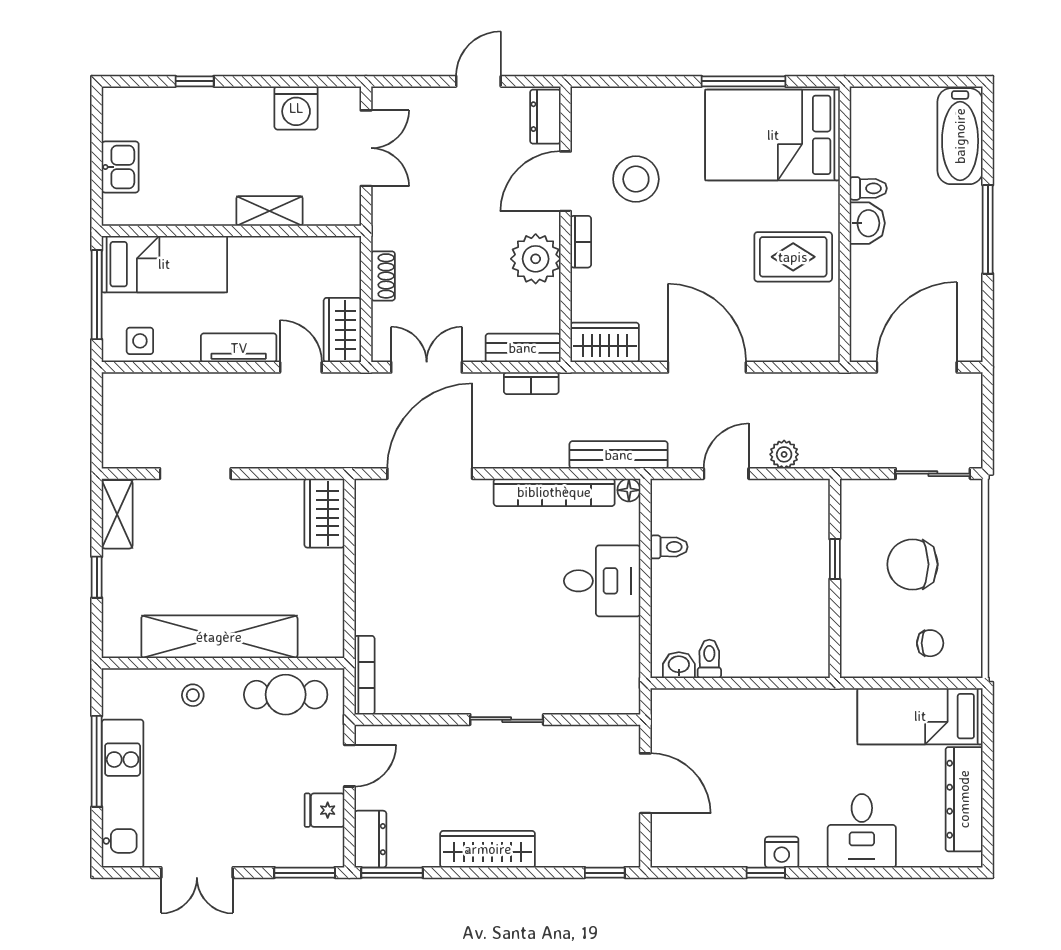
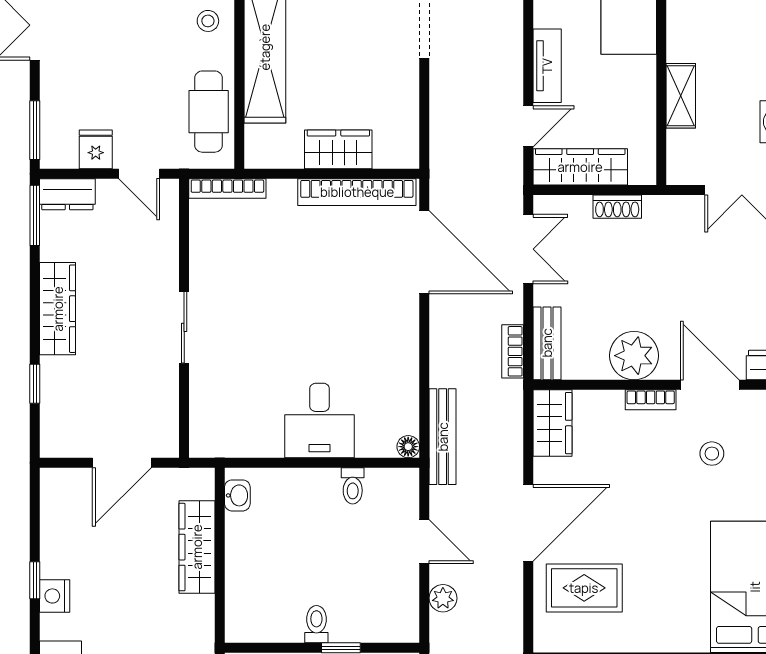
stool: (636, 179) -> (712, 454), width x0.53, depth x0.53
rug: (793, 257) -> (584, 588), moved, turned 90
wardrobe: (342, 330) -> (580, 167), width x1.50
bookcase: (554, 492) -> (357, 192), moved, turned -90
wardrobe: (324, 513) -> (338, 149), moved
toilet: (709, 659) -> (316, 624), moved, turned -90
wardrobe: (732, 706) -> (197, 547), added
window: (605, 873) -> (35, 384), moved

